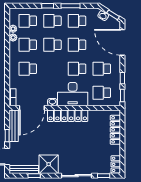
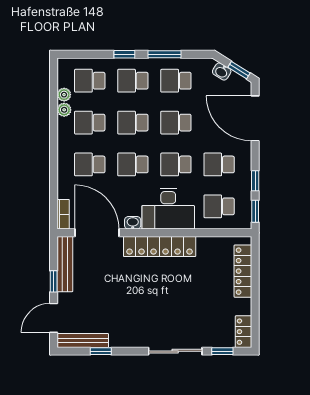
school desk: (52, 69) -> (133, 164), added
door: (32, 108) -> (97, 233), swing flipped
shower: (49, 164) -> (126, 331), removed

